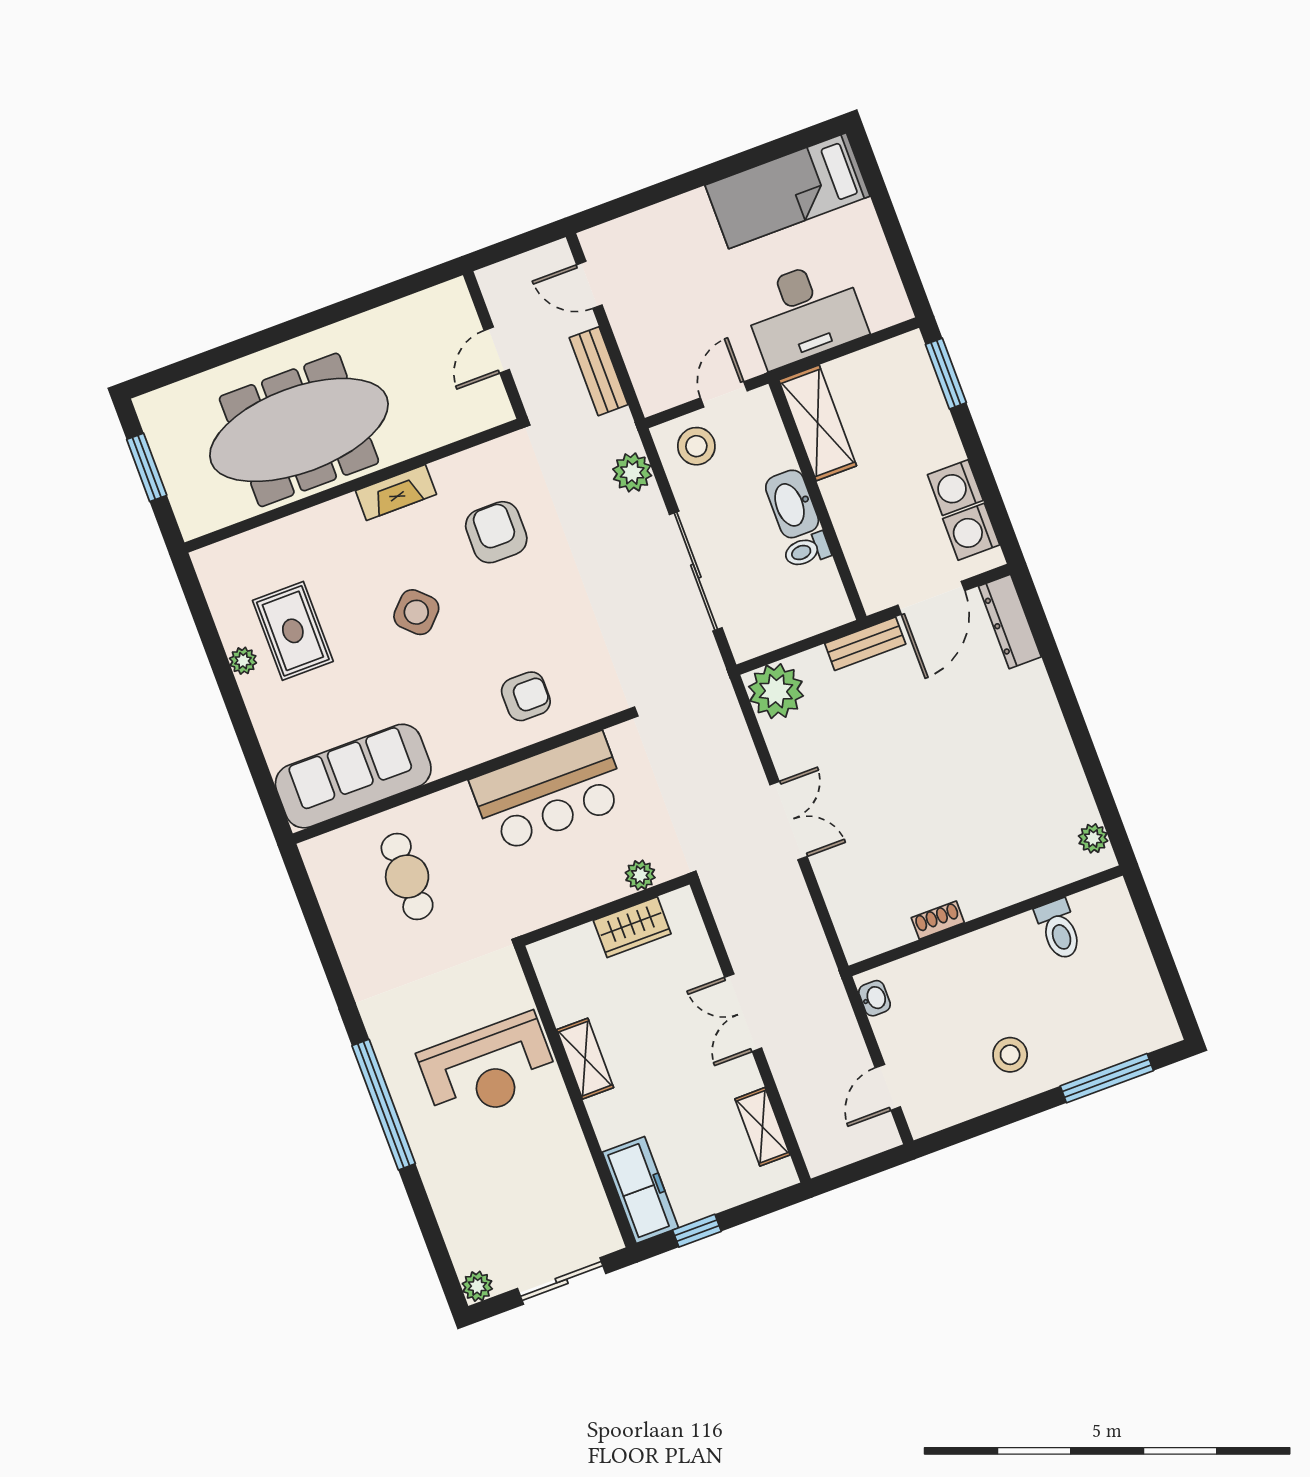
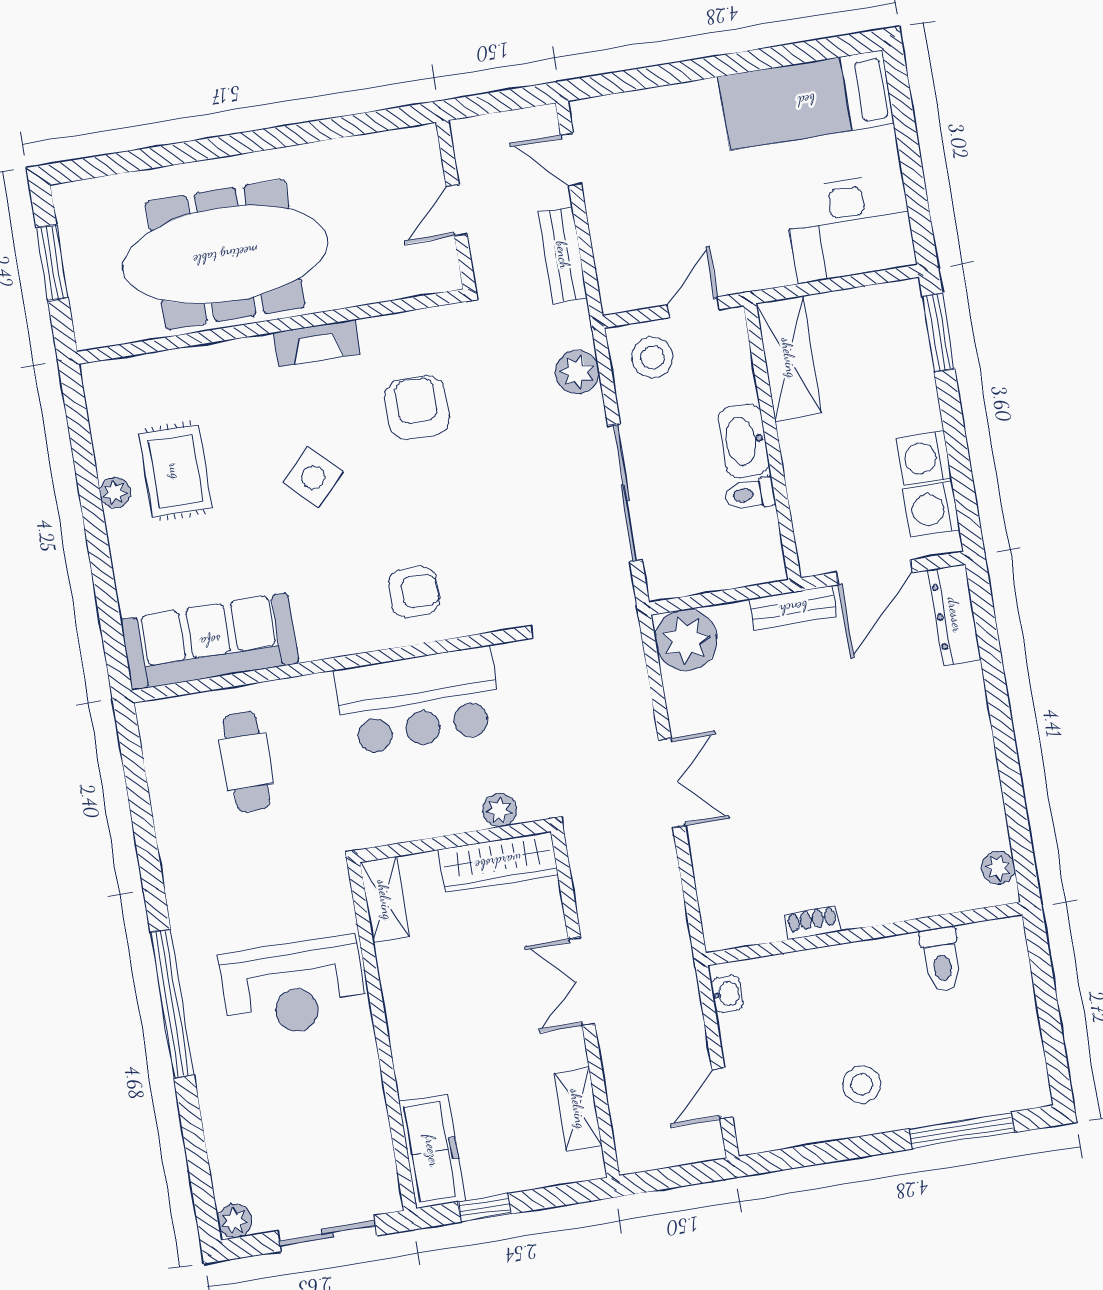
desk: (804, 313) -> (850, 228), moved
wardrobe: (632, 927) -> (498, 862), width x1.50
shelving: (585, 1059) -> (385, 900), moved

